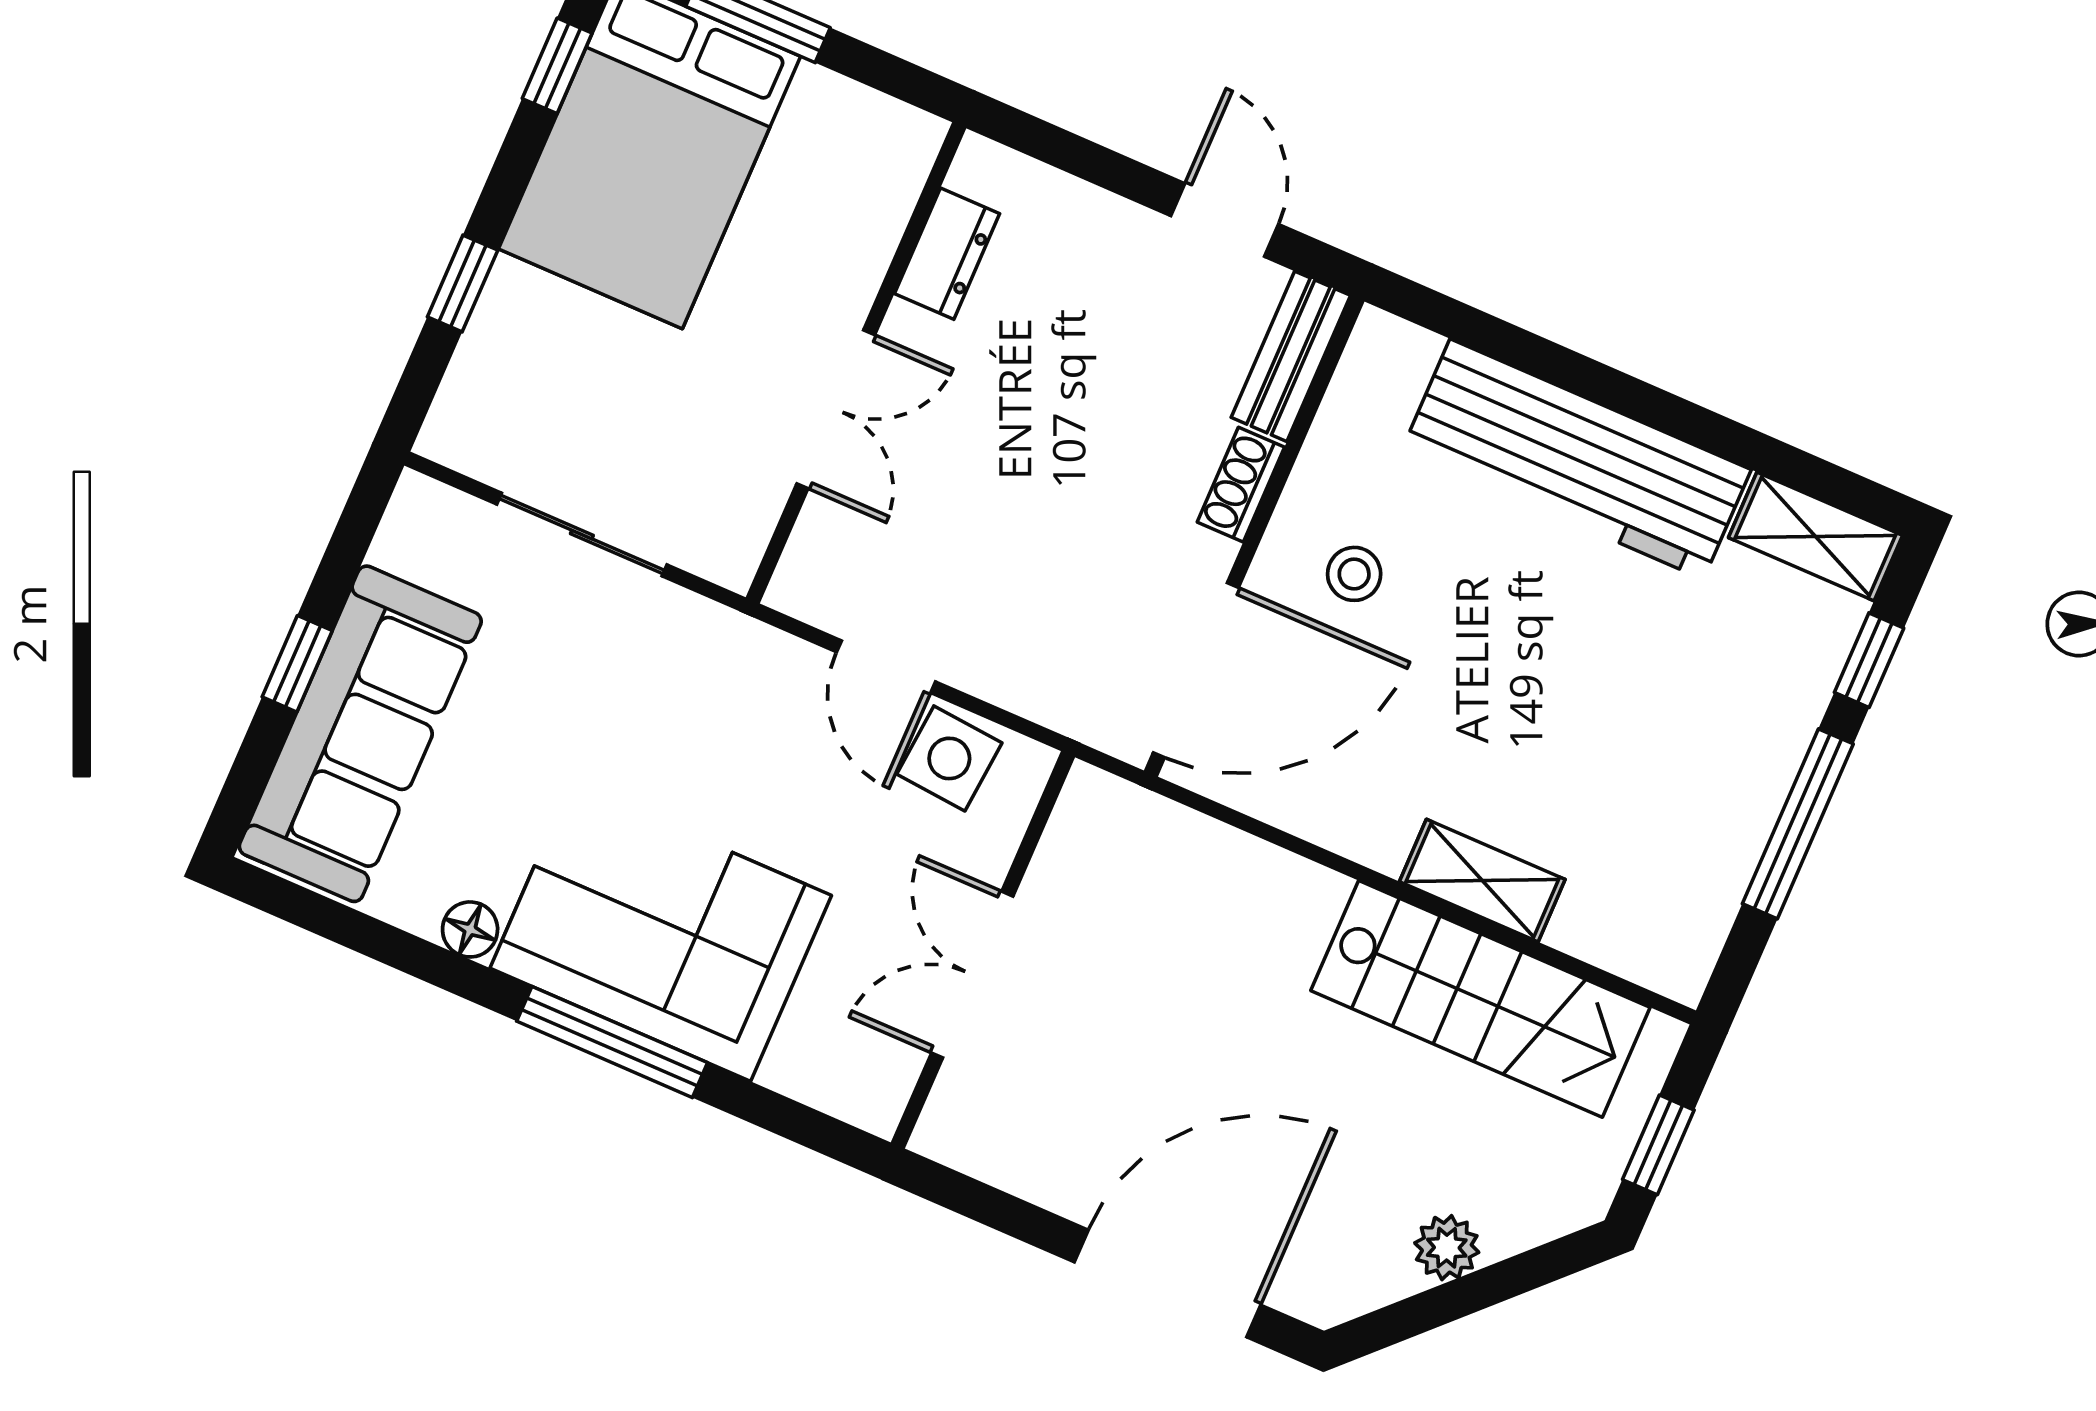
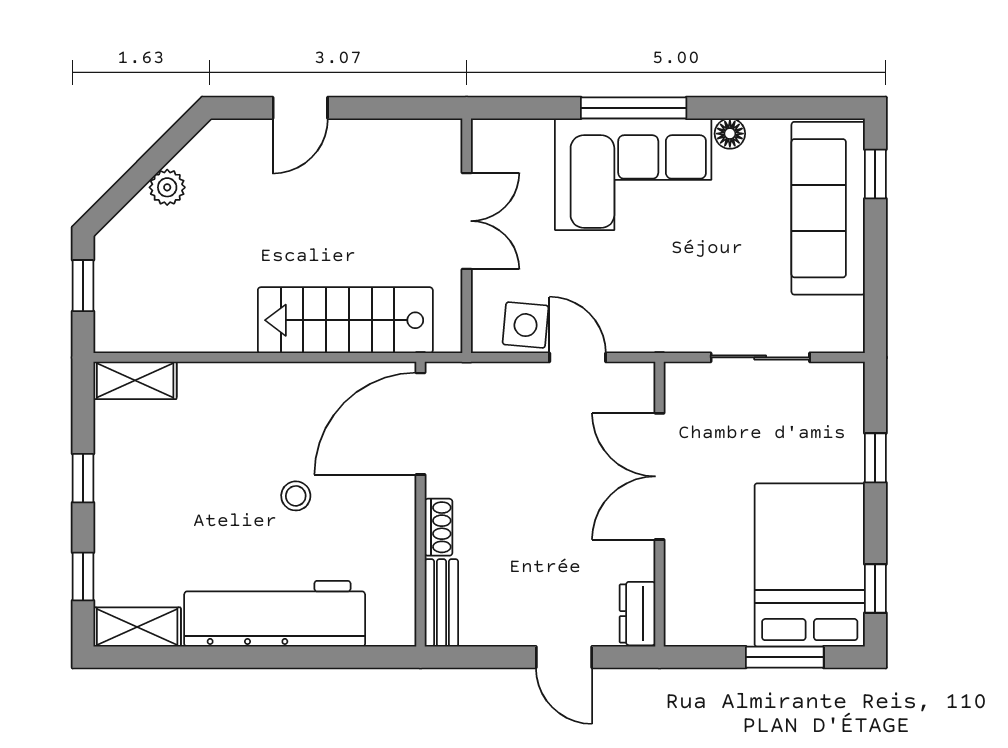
door: (1225, 220) -> (564, 657), moved
dresser: (947, 254) -> (637, 614), moved
double door: (836, 409) -> (659, 476), width x1.37
stool: (1354, 574) -> (296, 496), moved
window: (297, 664) -> (875, 174), moved
window: (1798, 824) -> (83, 478), width x0.46
shelving: (1482, 881) -> (135, 380), moved
stairs: (1480, 999) -> (345, 320), moved
door: (1168, 1284) -> (300, 108), width x0.53

